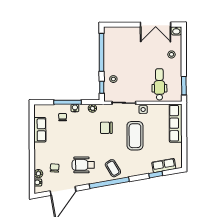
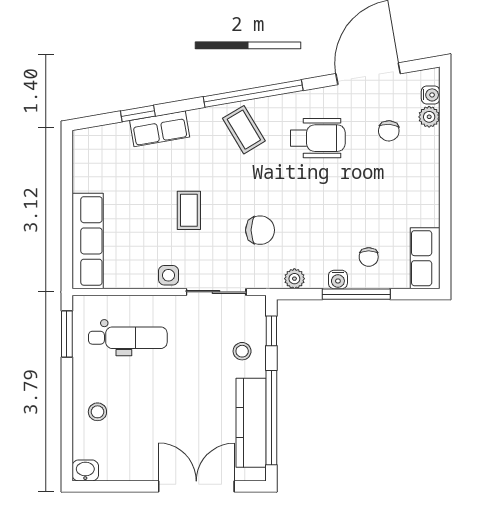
double door: (156, 24) -> (196, 486), moved
kitchen counter: (110, 50) -> (251, 423), added
dental chair: (159, 84) -> (128, 338), turned -90
row of seats: (40, 130) -> (425, 258), moved
coffee table: (135, 136) -> (189, 210), width x0.54, depth x0.58
row of seats: (164, 165) -> (160, 129), moved

